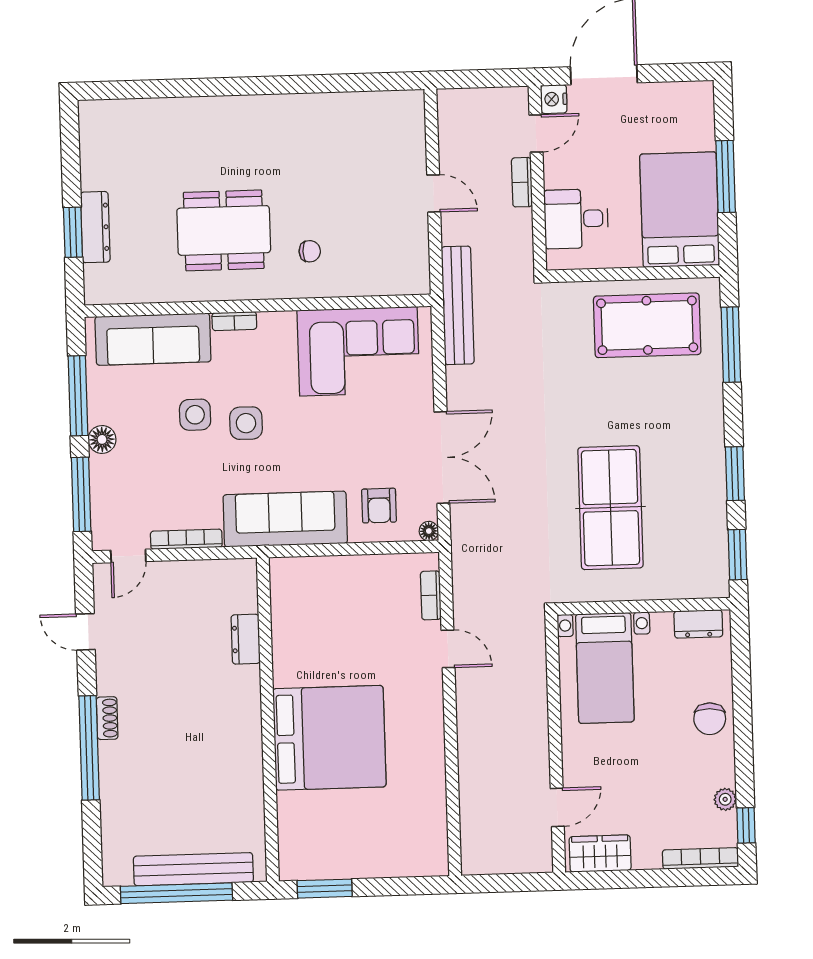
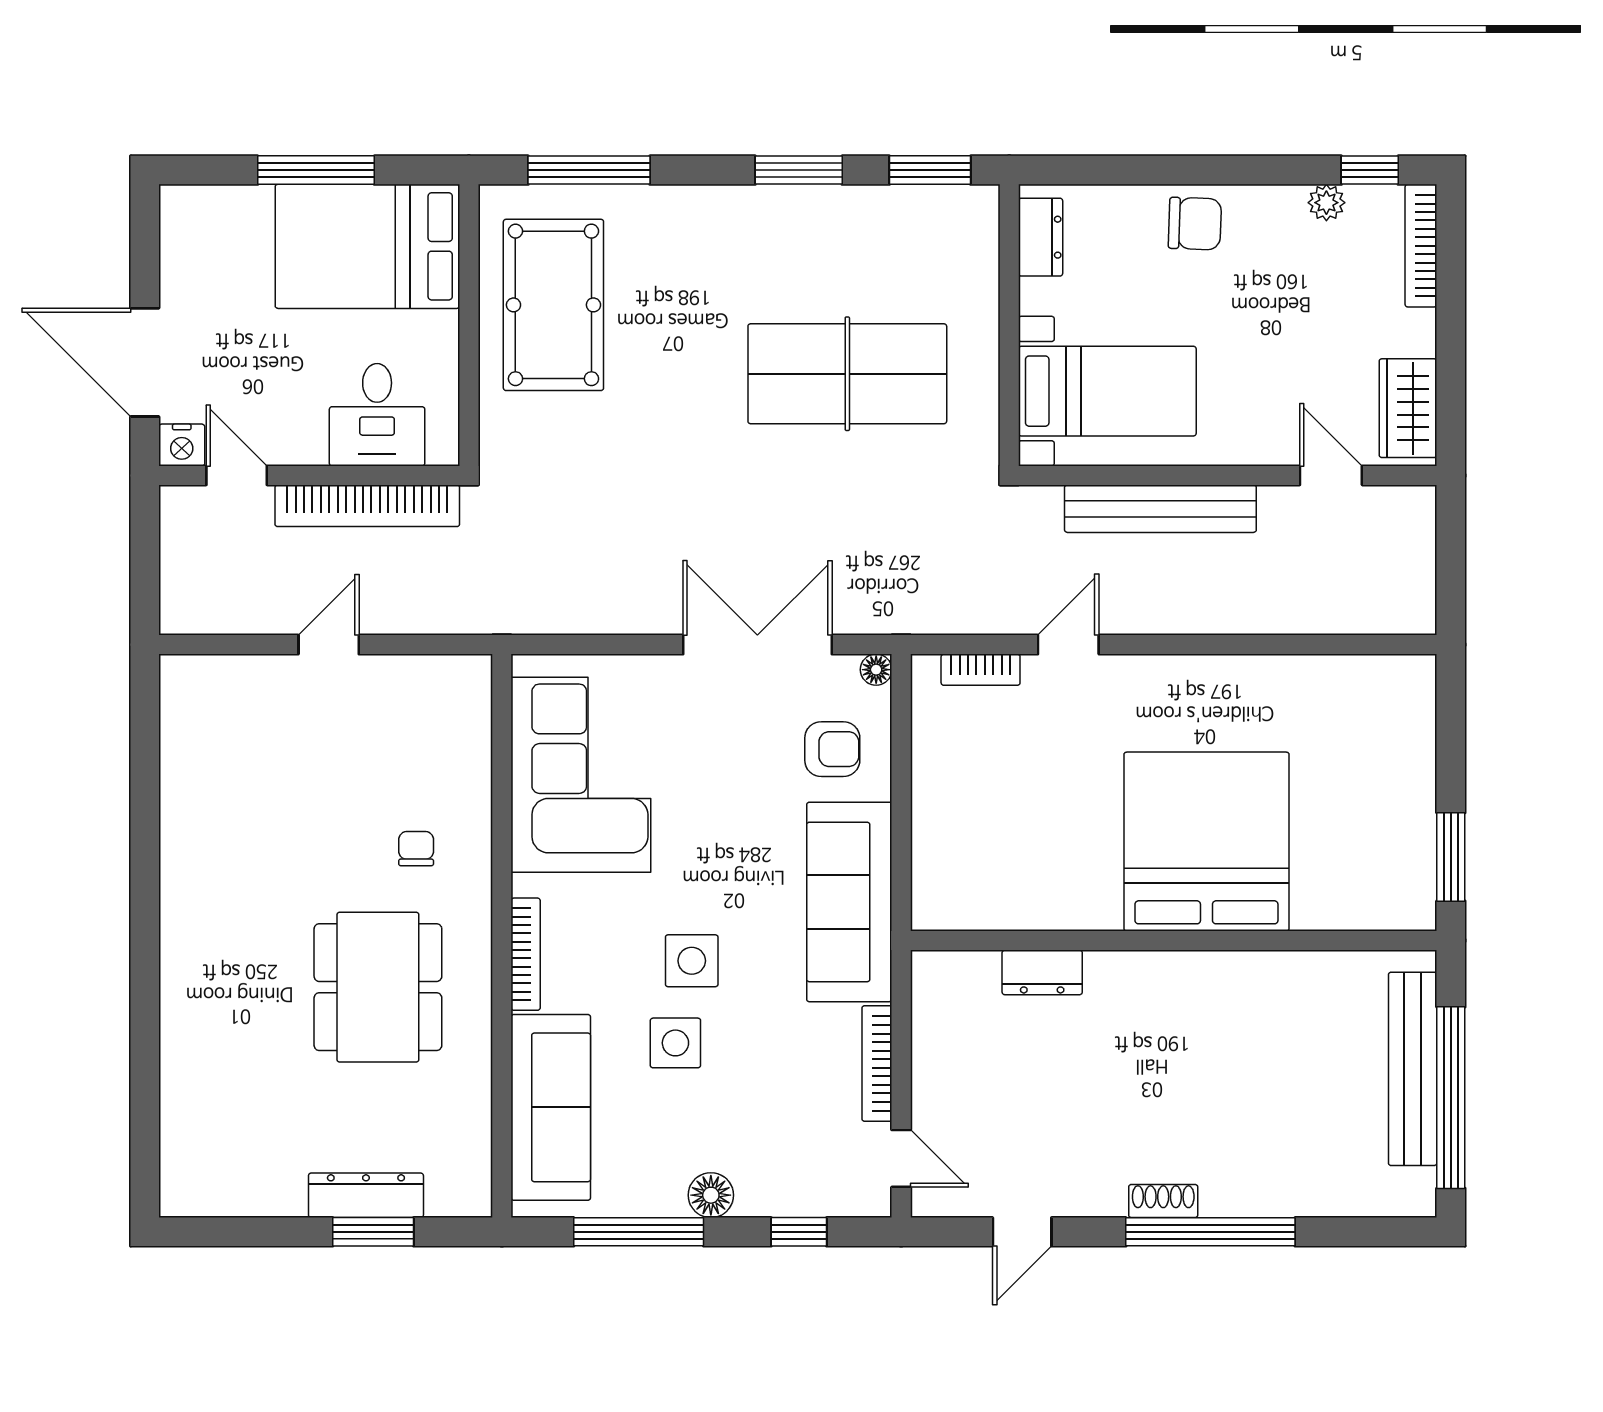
bookcase: (522, 182) -> (367, 506), width x2.31, depth x1.31
bench: (458, 305) -> (1160, 509), moved
bookcase: (234, 321) -> (526, 954), width x1.56
window: (81, 494) -> (799, 1232), width x0.46

